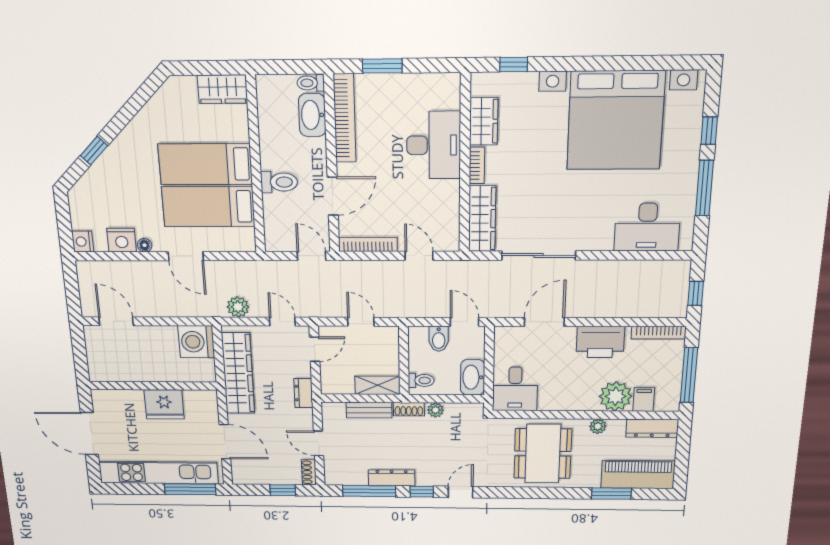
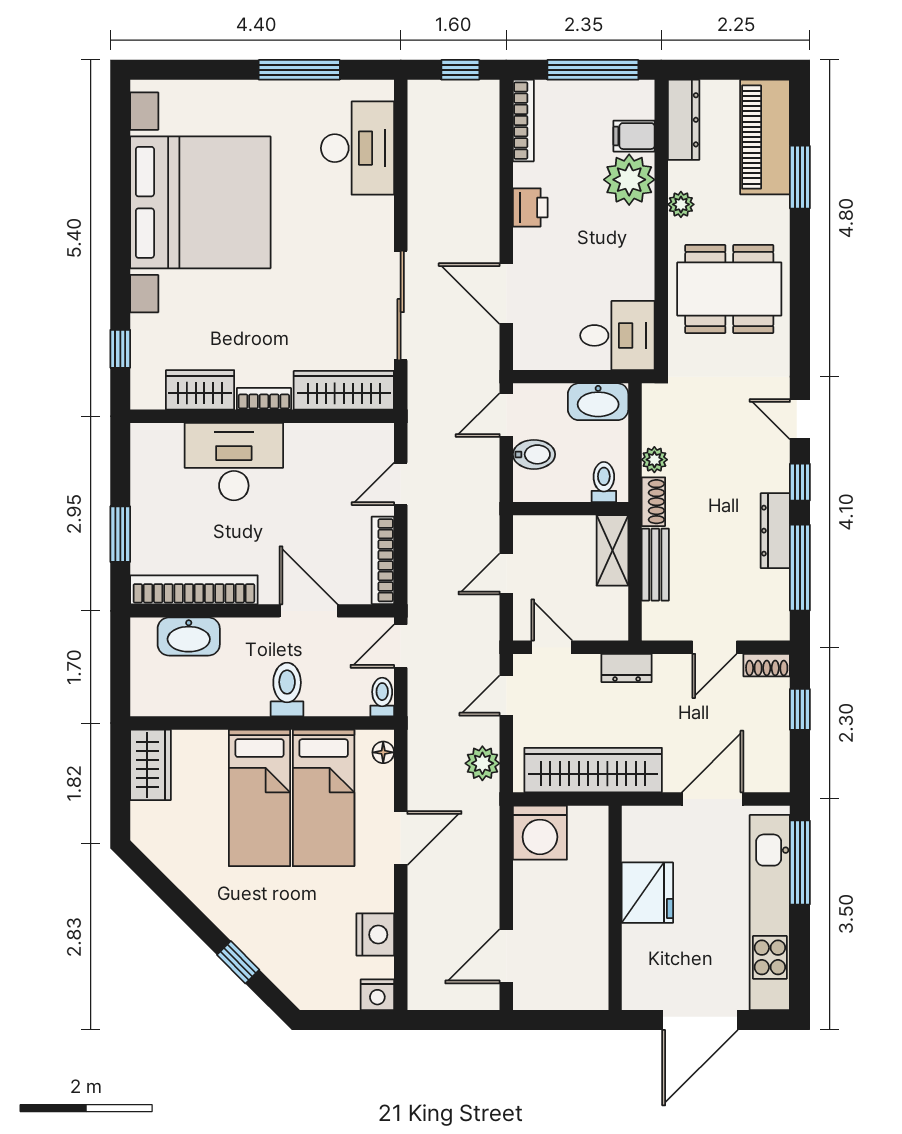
toilet: (311, 83) -> (382, 697), moved, turned 180
window: (709, 131) -> (216, 70), removed
floor lamp: (145, 245) -> (383, 752), moved
printer: (600, 342) -> (530, 207), width x0.53, depth x0.68

